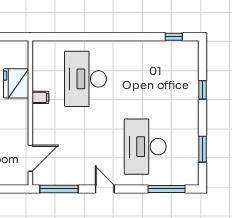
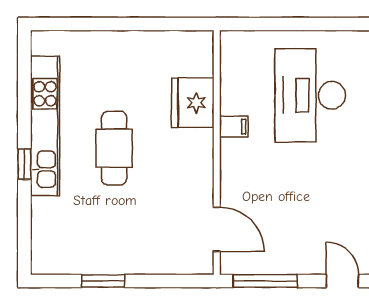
door: (30, 158) -> (217, 229), hinge flipped

